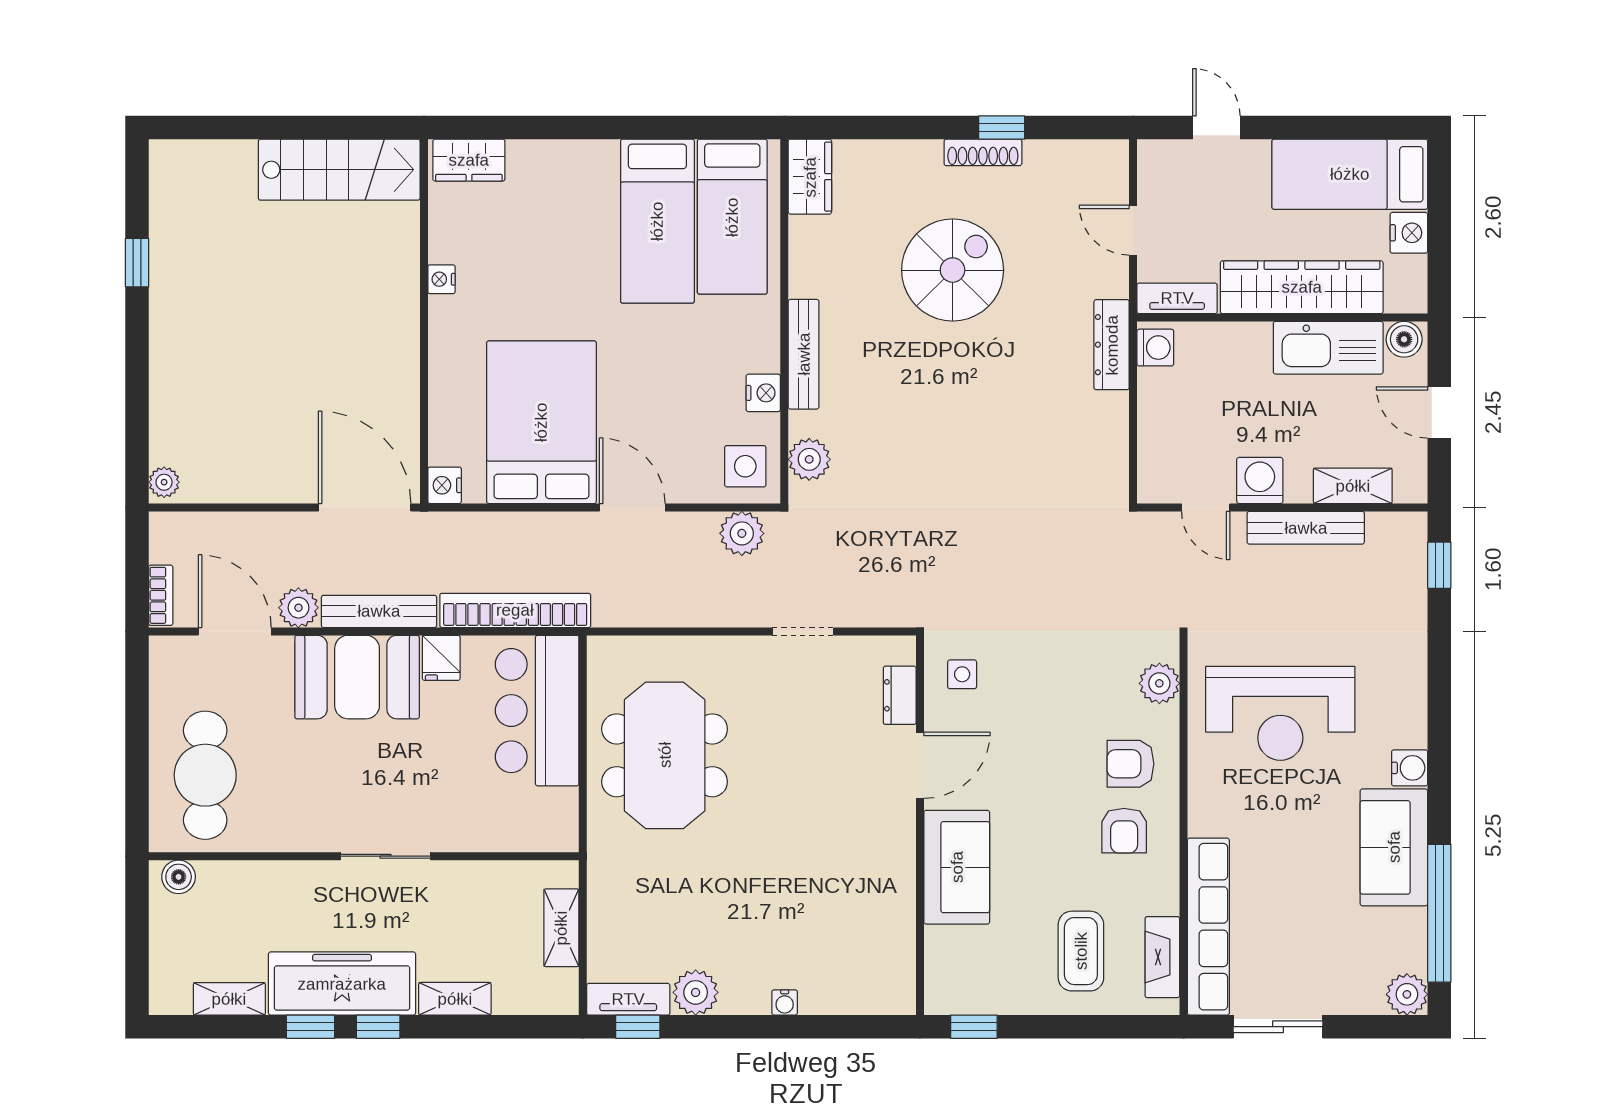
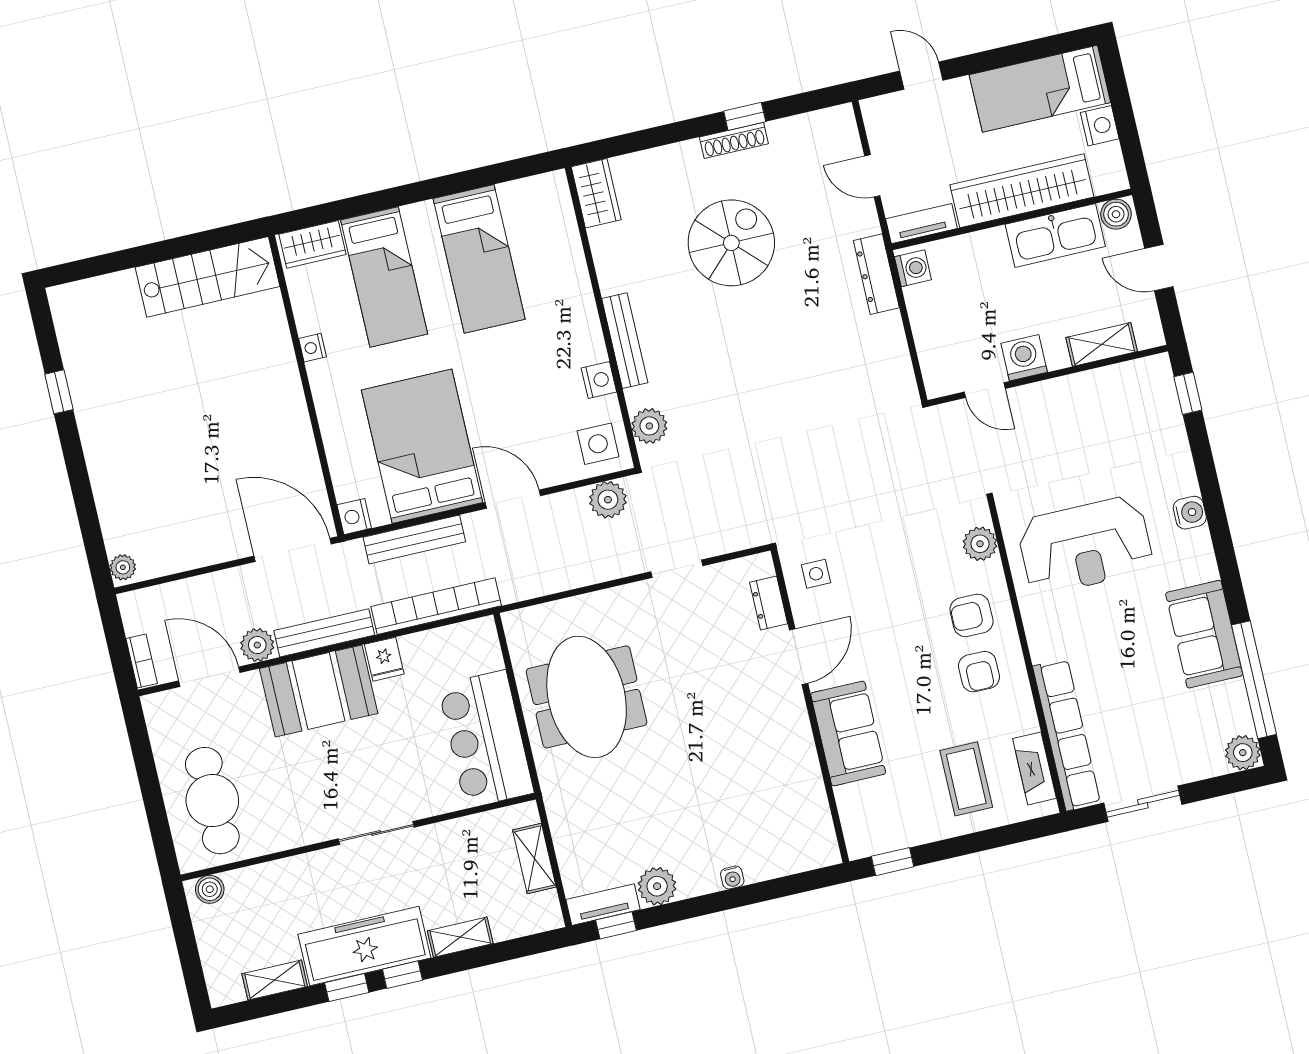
bed: (732, 217) -> (384, 277), moved
bench: (1306, 528) -> (414, 539), moved
bar counter: (537, 711) -> (486, 739), moved
water cooler: (1410, 768) -> (1190, 513), moved

